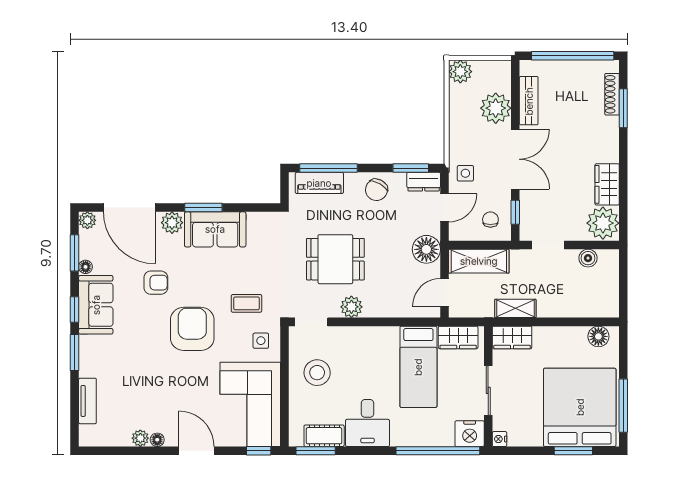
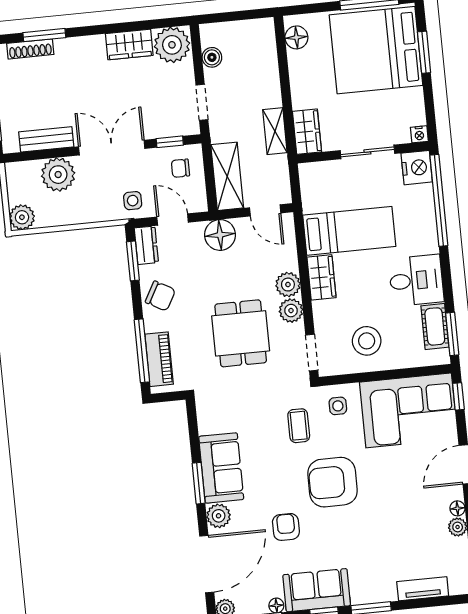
plant: (375, 306) -> (288, 285), added
wardrobe: (458, 337) -> (321, 277), moved

